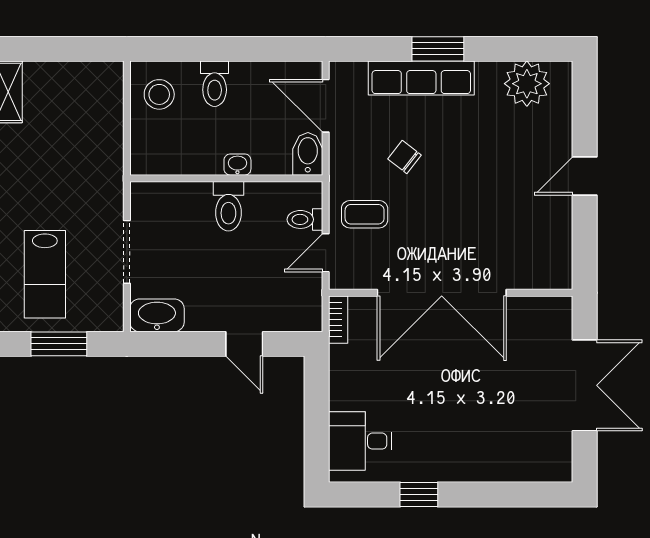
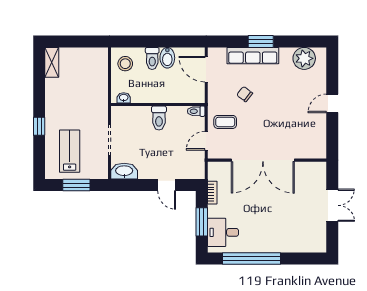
bidet: (308, 154) -> (167, 58), moved, turned 180
washbasin: (237, 165) -> (124, 98), moved
toilet: (305, 219) -> (196, 111), moved
lab bench: (45, 274) -> (70, 151), turned 180
bookcase: (338, 320) -> (212, 193), moved
double door: (585, 385) -> (332, 205), width x0.73
window: (317, 420) -> (202, 222), added
window: (419, 495) -> (252, 258), width x3.17

